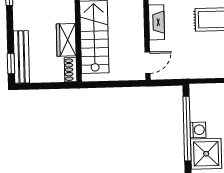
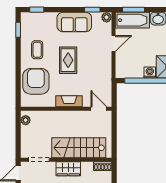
wardrobe: (66, 40) -> (68, 169), moved

